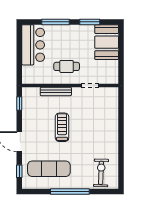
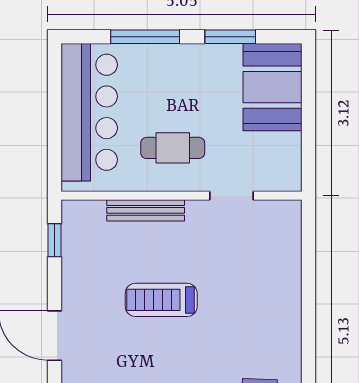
bar counter: (33, 45) -> (89, 112), width x1.36
treadmill: (62, 127) -> (161, 300), turned -90

